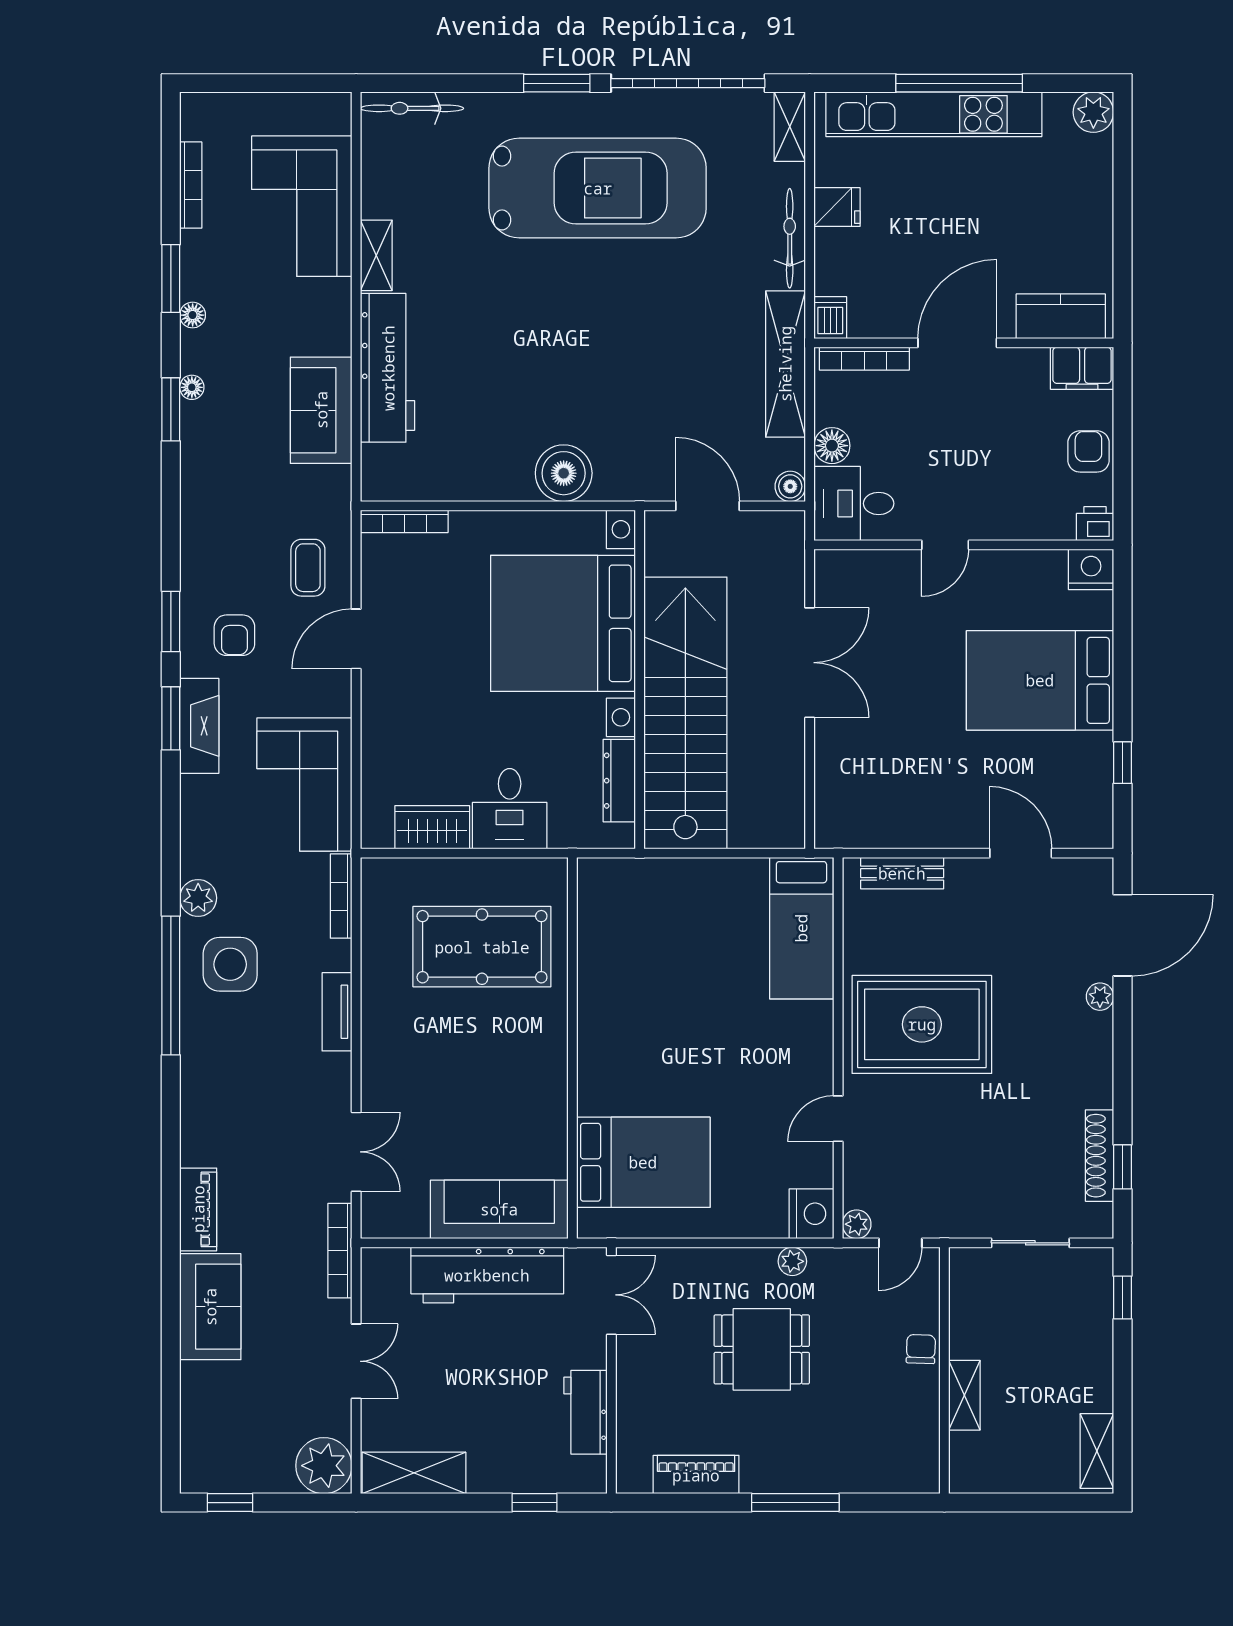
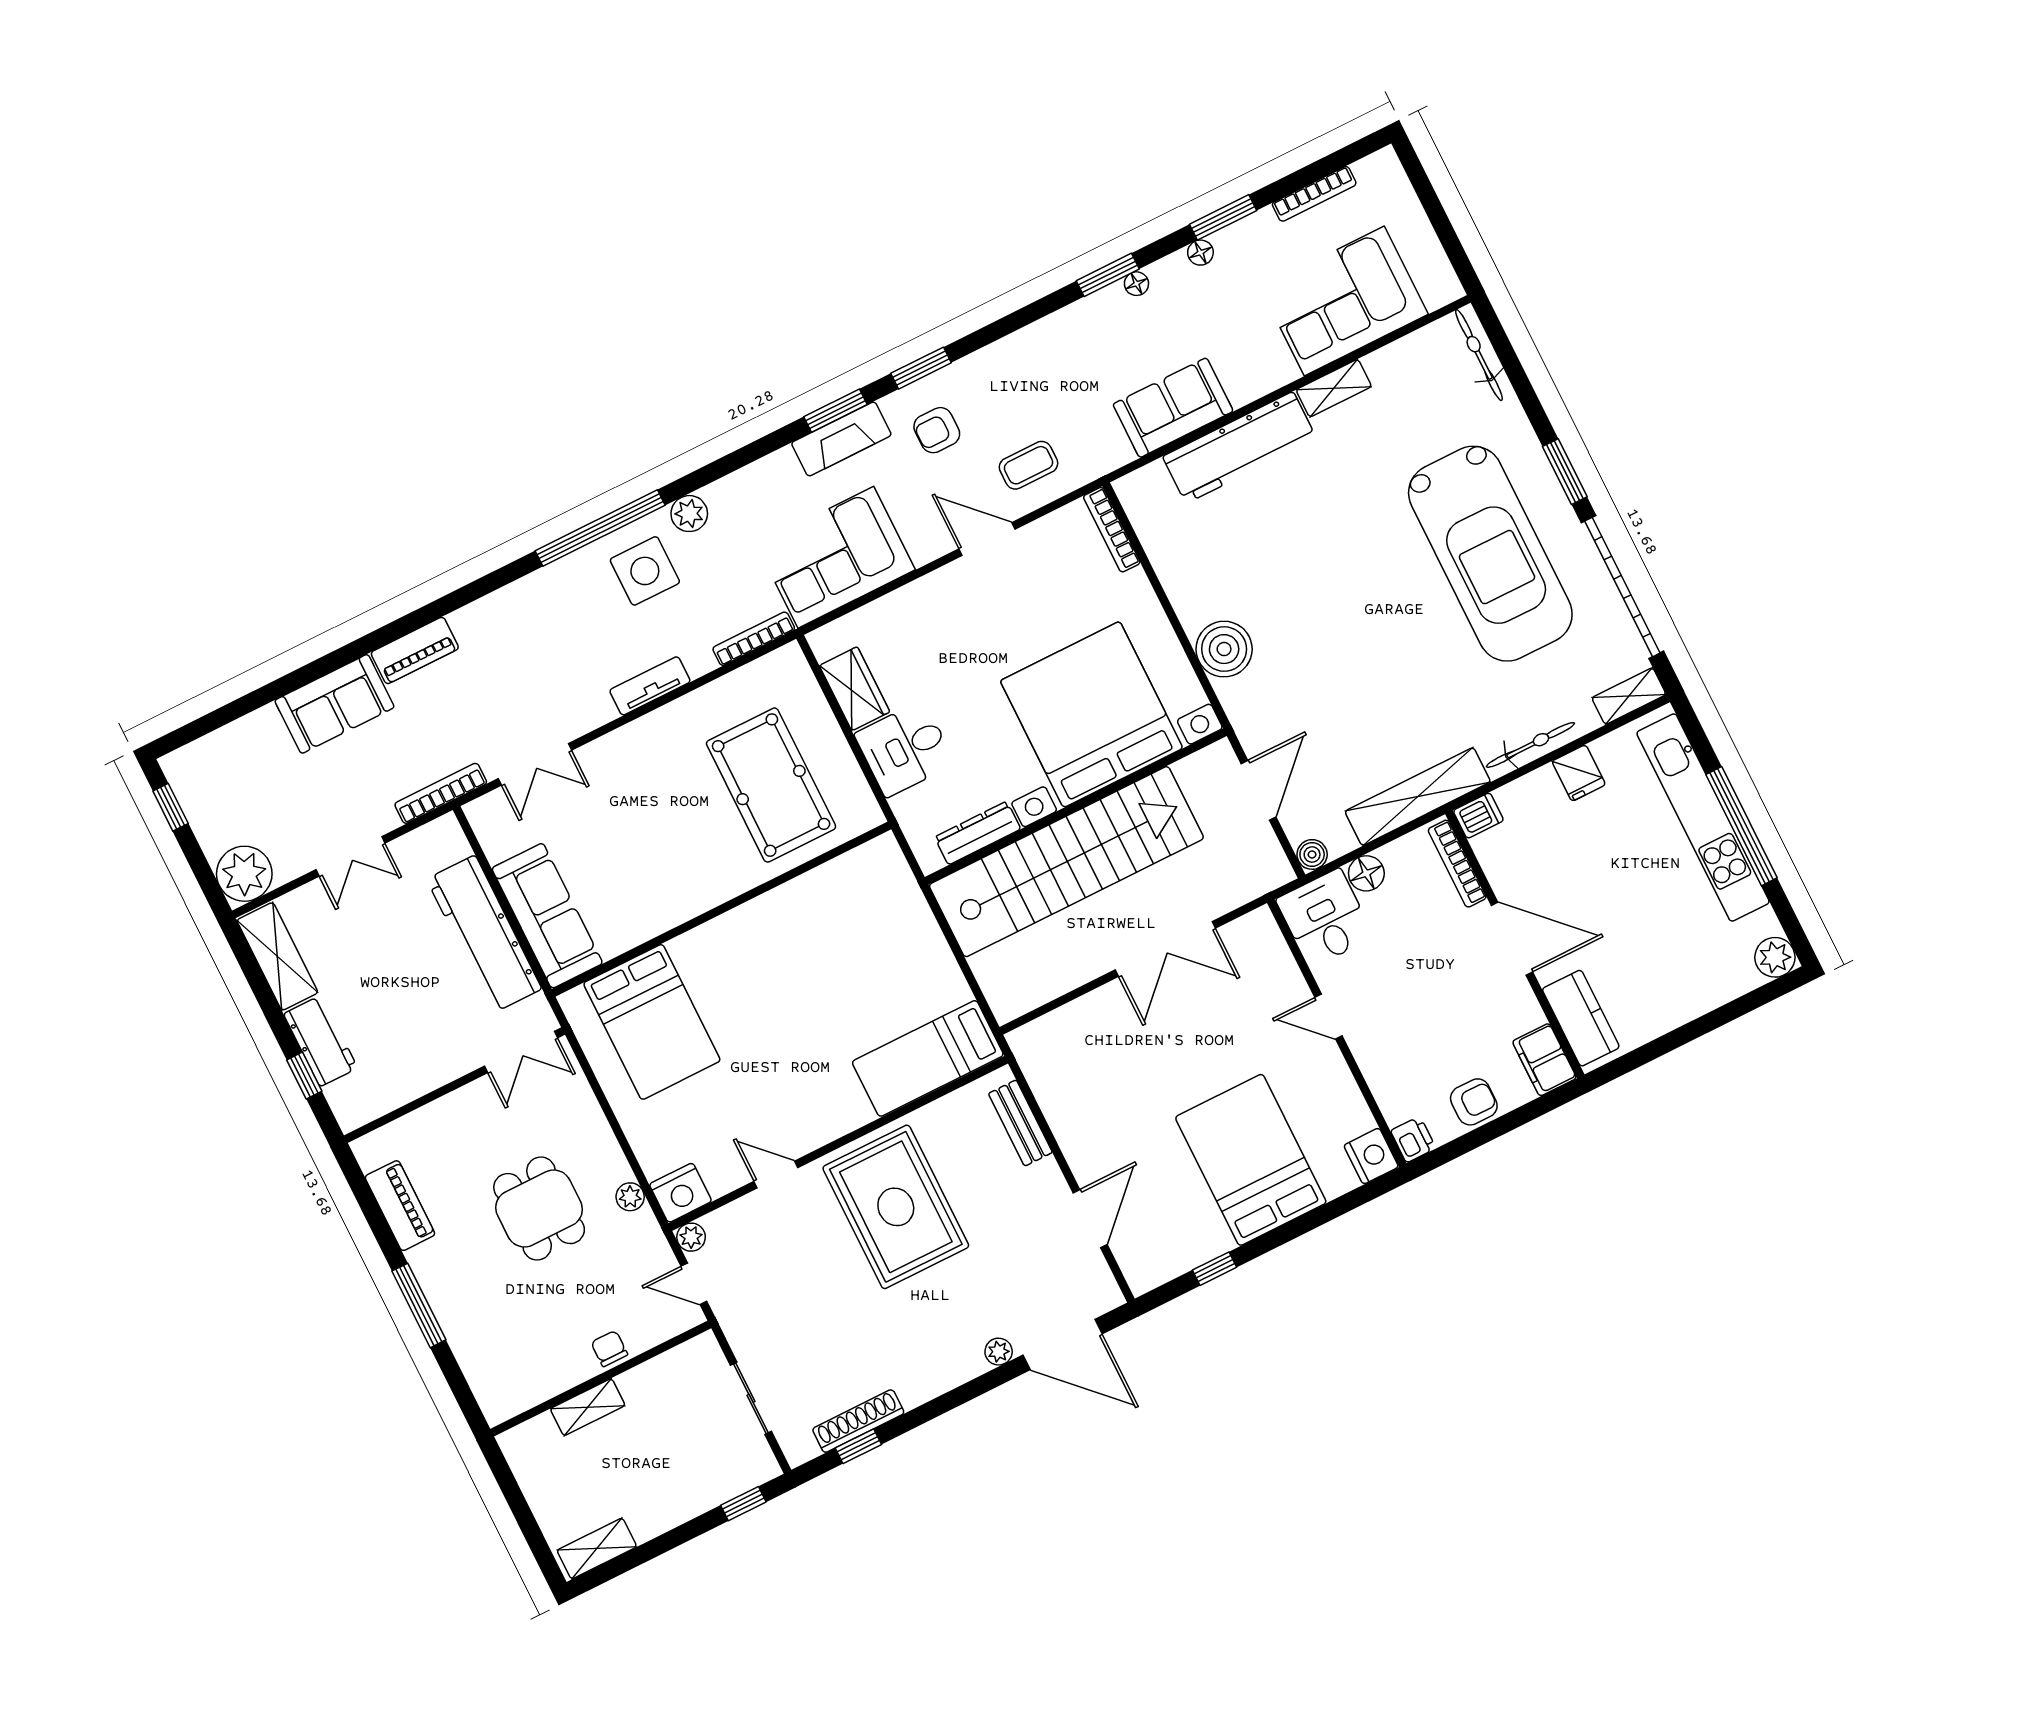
chair: (921, 1349) -> (609, 1349), turned -92
workbench: (585, 1412) -> (321, 1041), moved, turned 90

